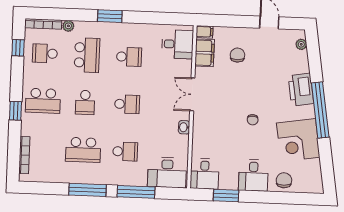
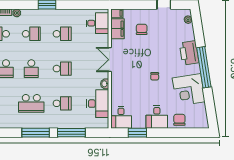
school desk: (87, 55) -> (31, 34), width x0.54
desk: (167, 172) -> (98, 104), moved, turned -90

